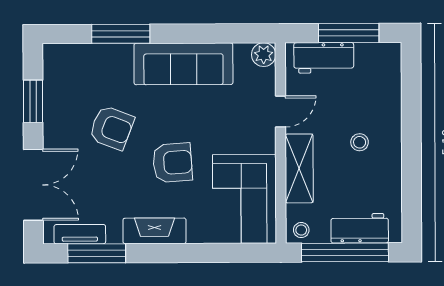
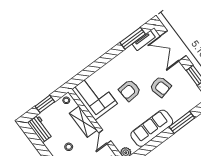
armchair: (112, 128) -> (160, 87), turned -125
workbench: (360, 228) -> (40, 129), moved, turned -90
fireplace: (154, 231) -> (118, 61), removed
window: (345, 252) -> (45, 104), width x0.47

